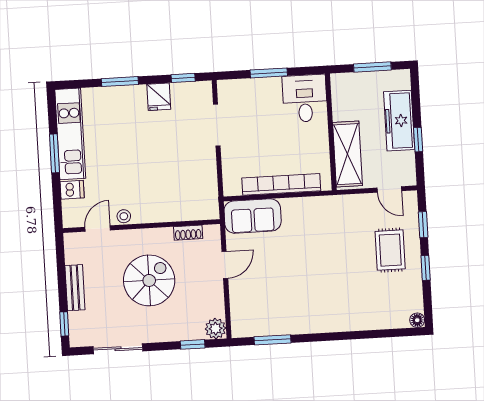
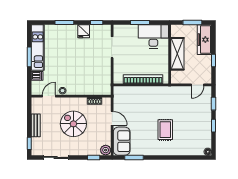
desk: (305, 98) -> (153, 36), width x1.37
freezer: (399, 121) -> (204, 40), moved
shelving: (348, 154) -> (177, 54), moved
door: (389, 189) -> (198, 85), hinge flipped
sofa: (253, 216) -> (122, 141), moved, turned -90
rug: (390, 250) -> (165, 130), moved
door: (225, 265) -> (112, 118), hinge flipped
spiral stairs: (149, 280) -> (73, 124), turned -90

